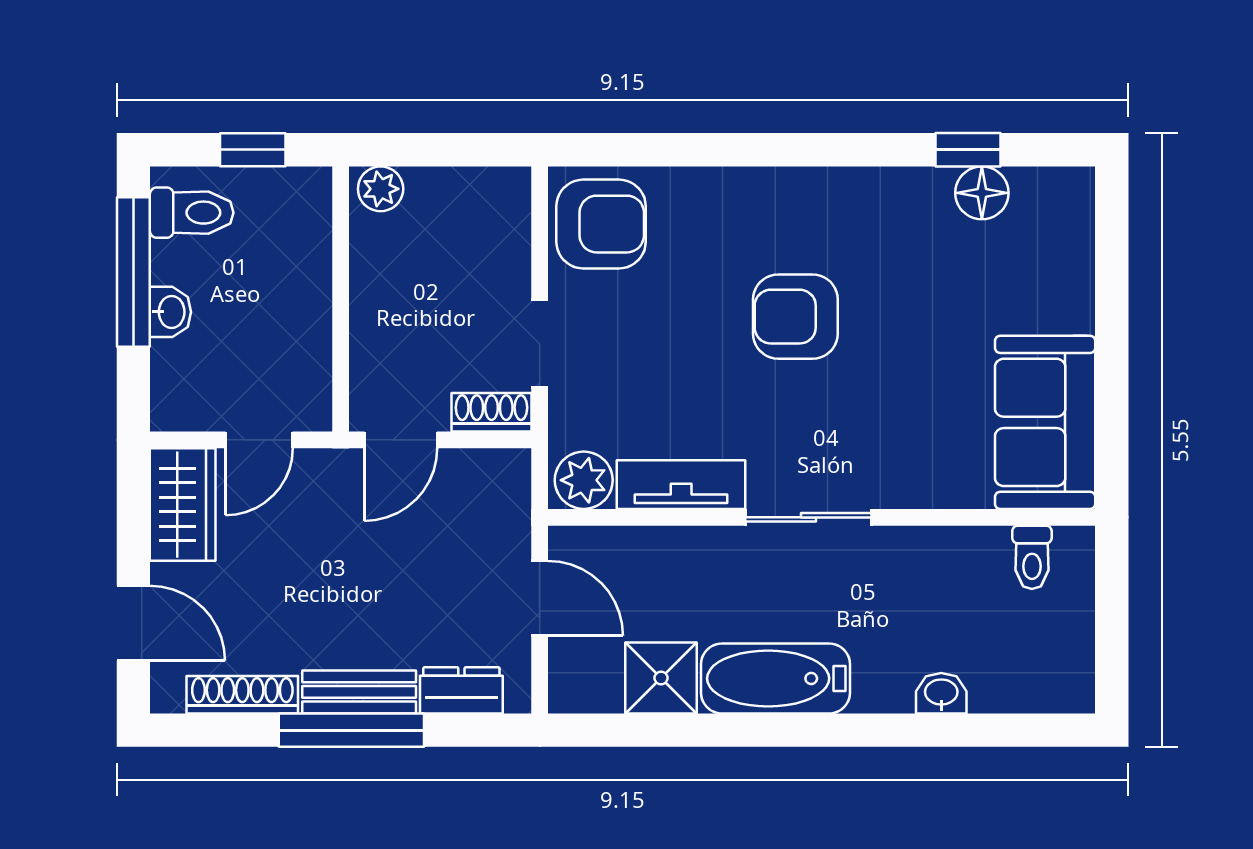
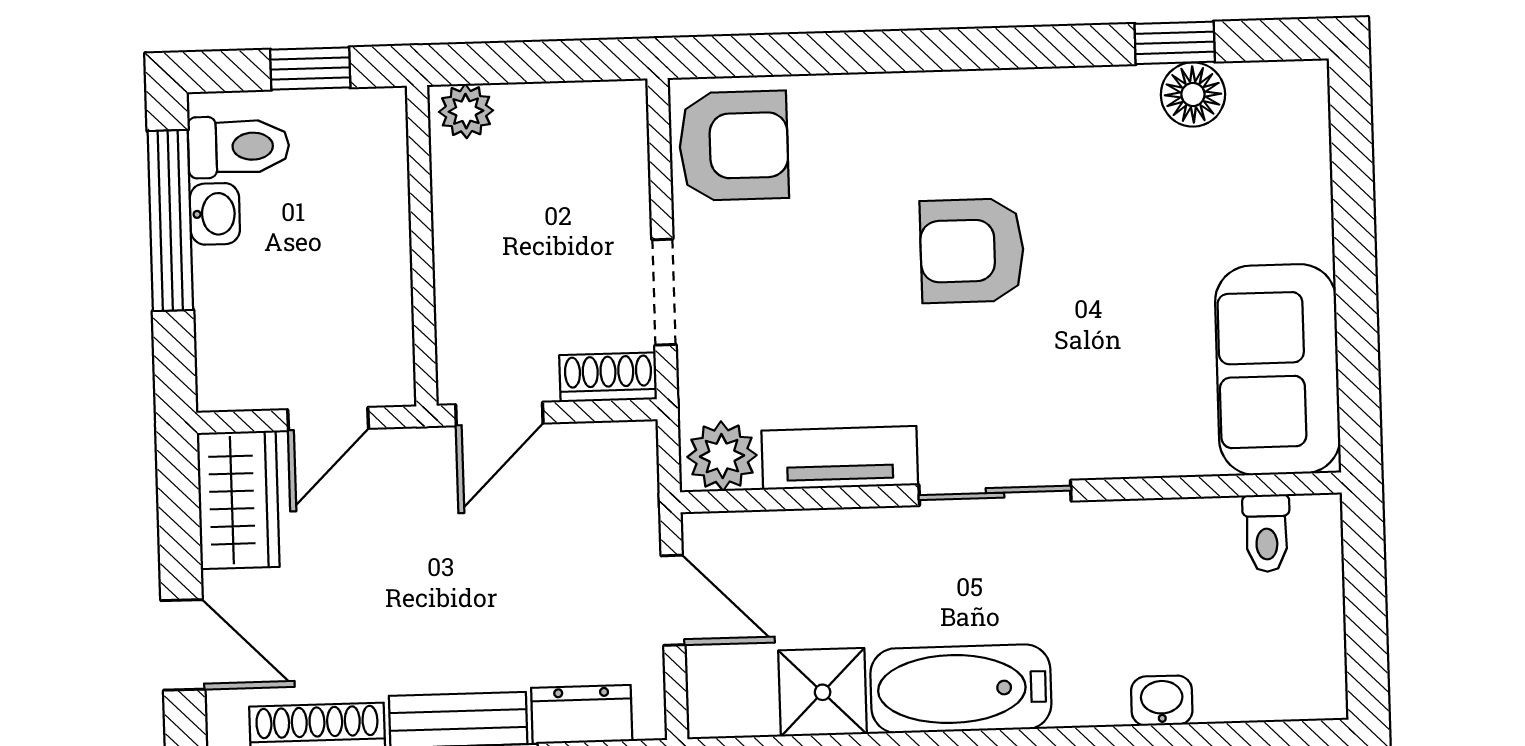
washbasin: (170, 312) -> (215, 214), moved

